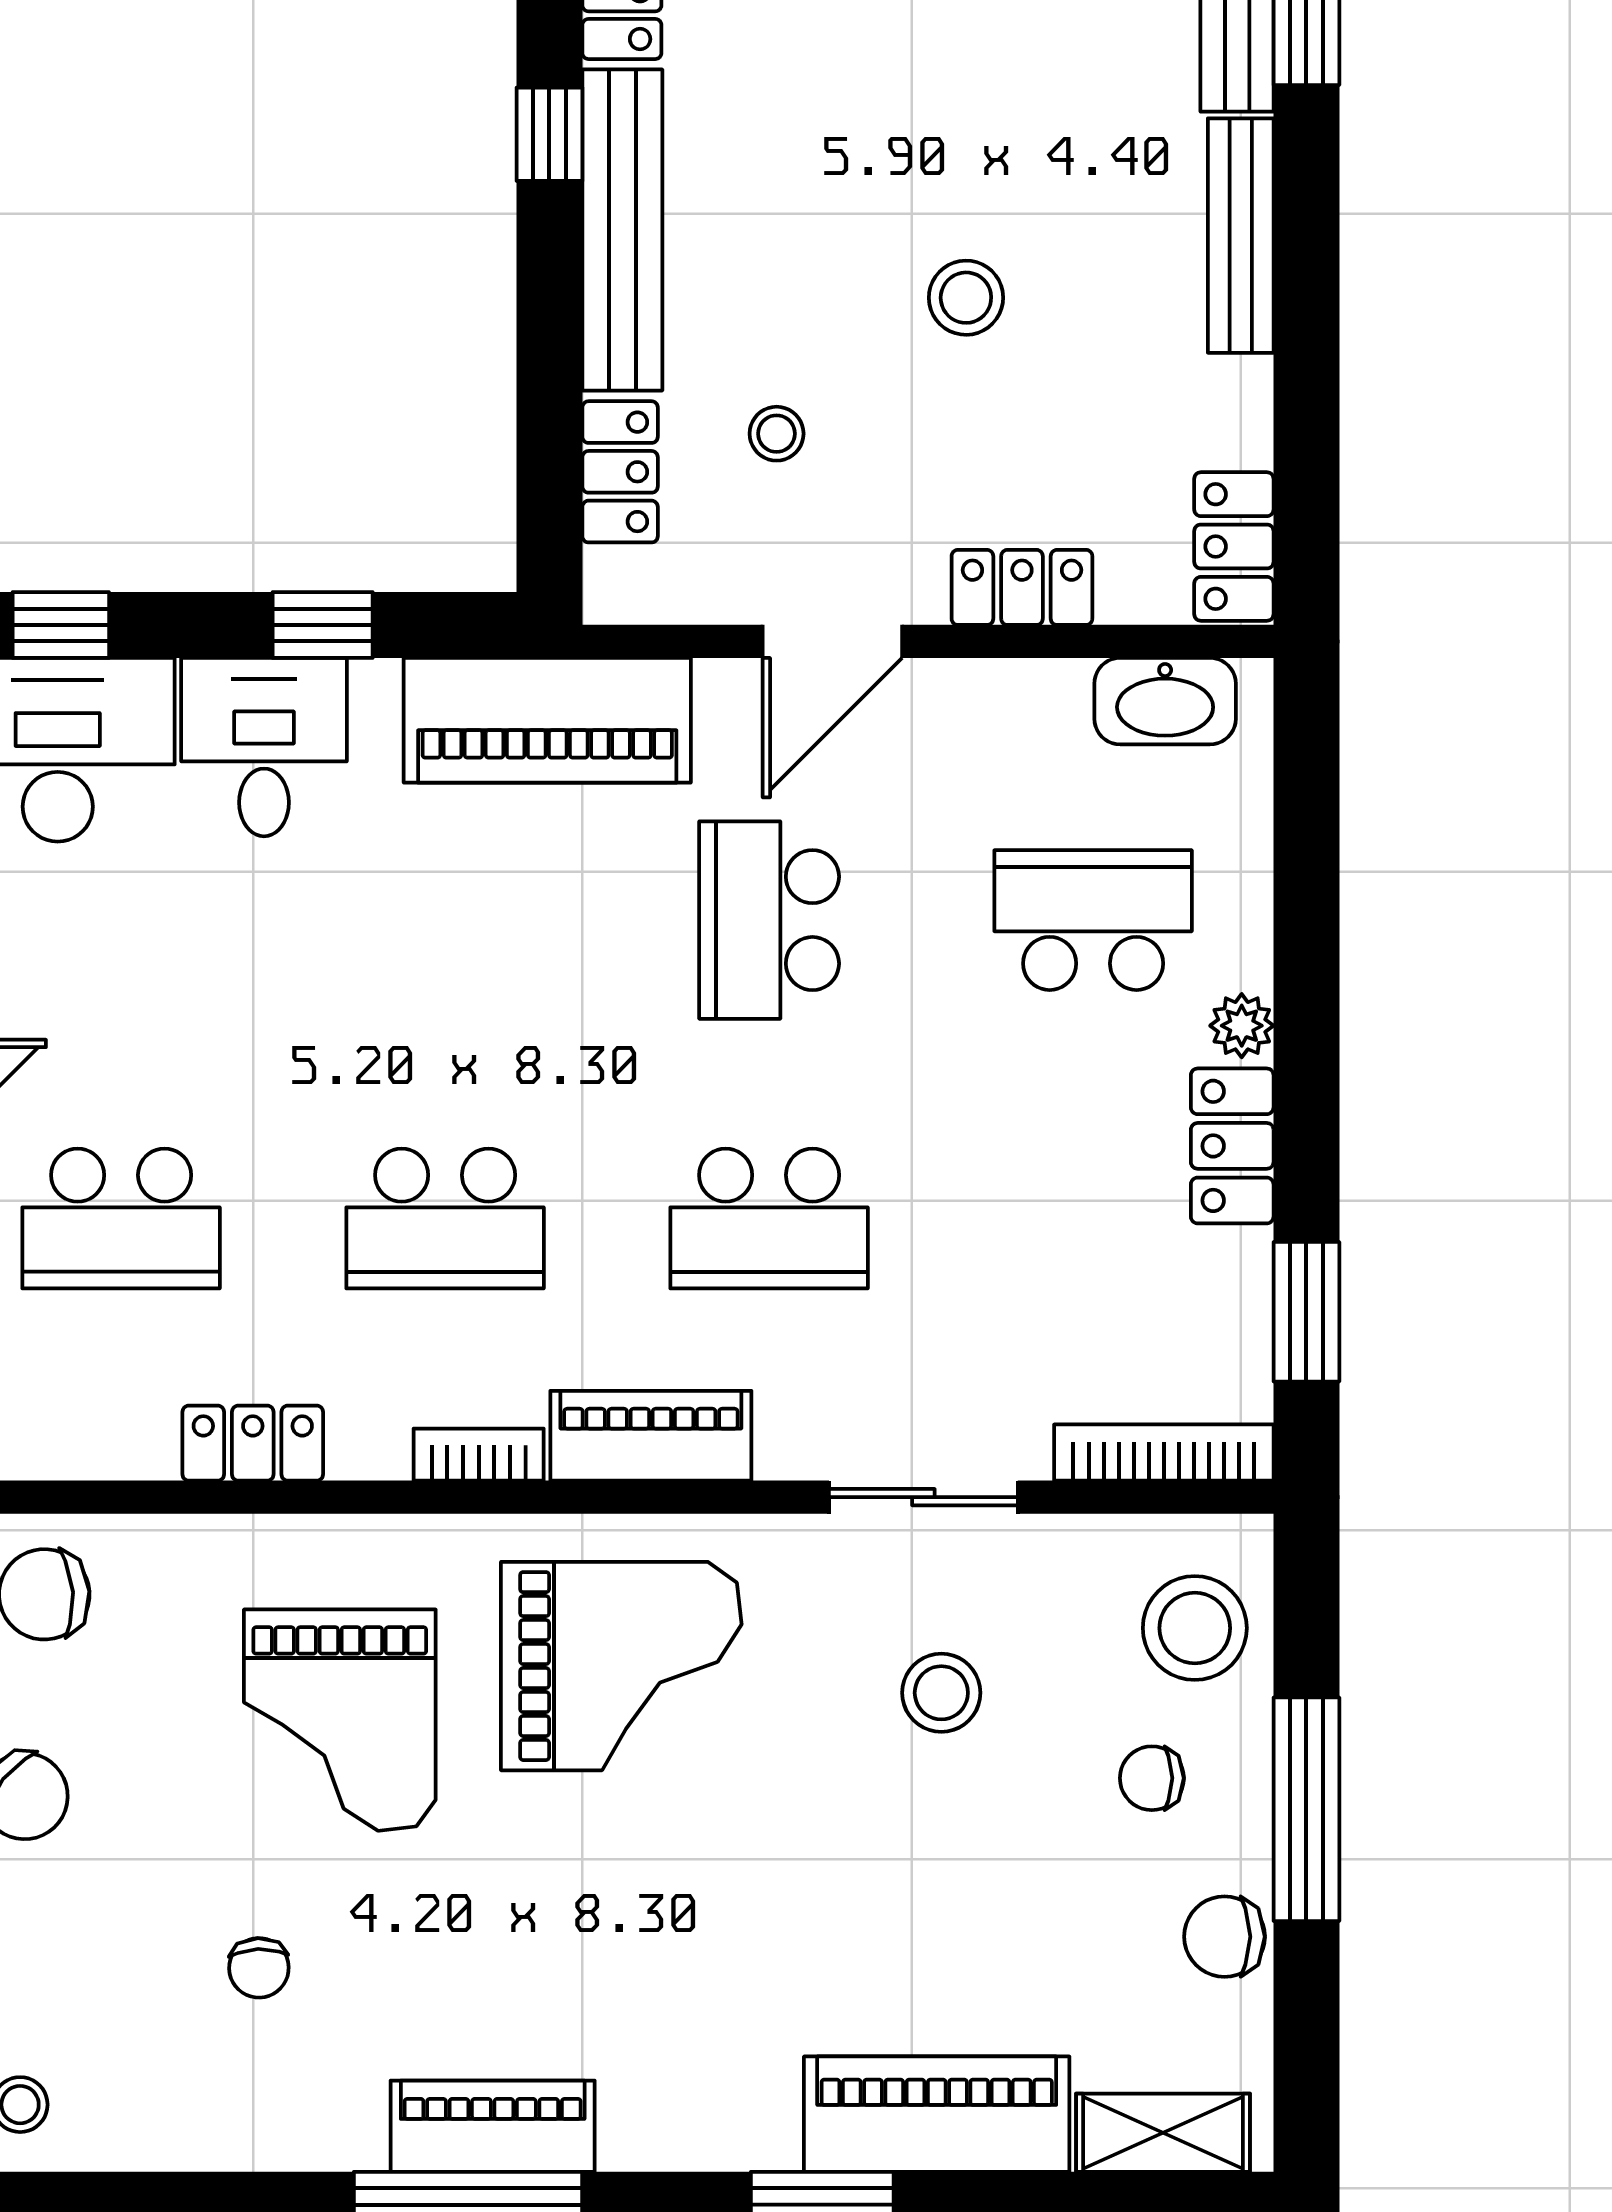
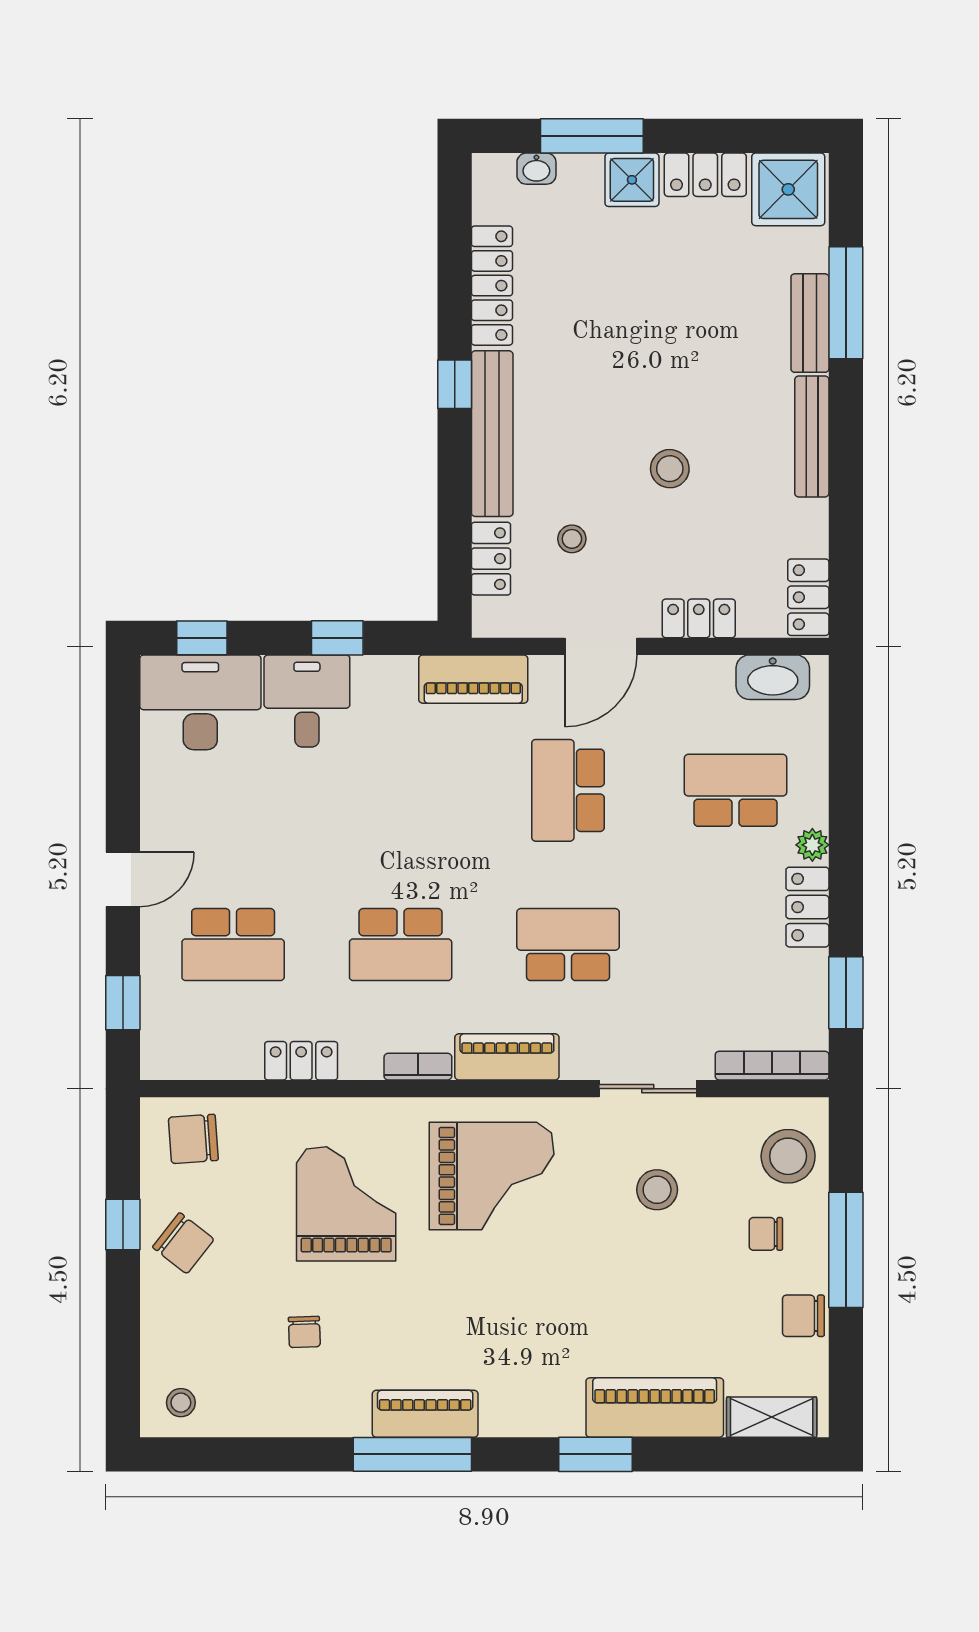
piano: (547, 720) -> (473, 679), width x0.73, depth x0.75
school desk: (769, 1218) -> (568, 945), turned 180
grand piano: (340, 1720) -> (346, 1204), turned 180

